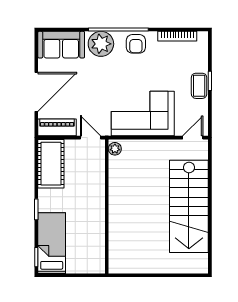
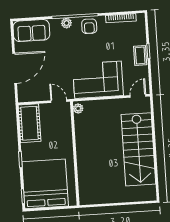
plant: (101, 44) -> (66, 23), width x0.53, depth x0.53
piano: (57, 127) -> (32, 95), removed
bed: (52, 243) -> (45, 184), width x2.04

